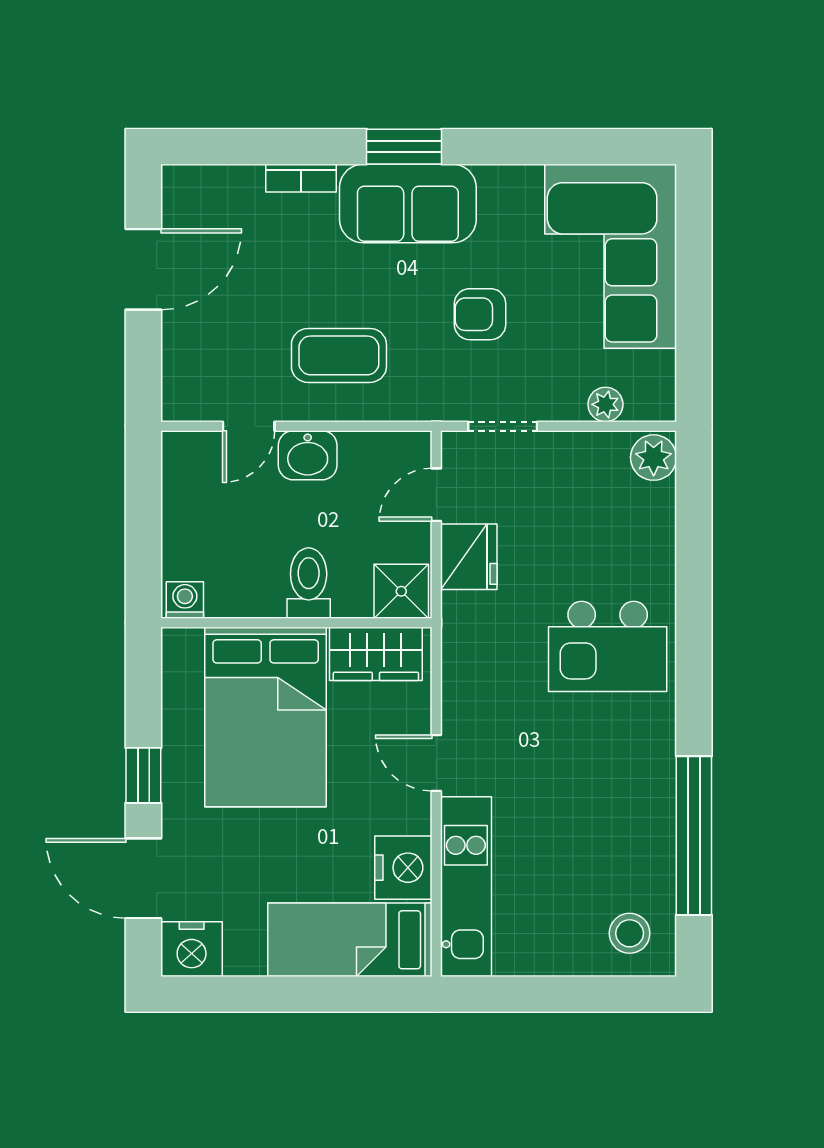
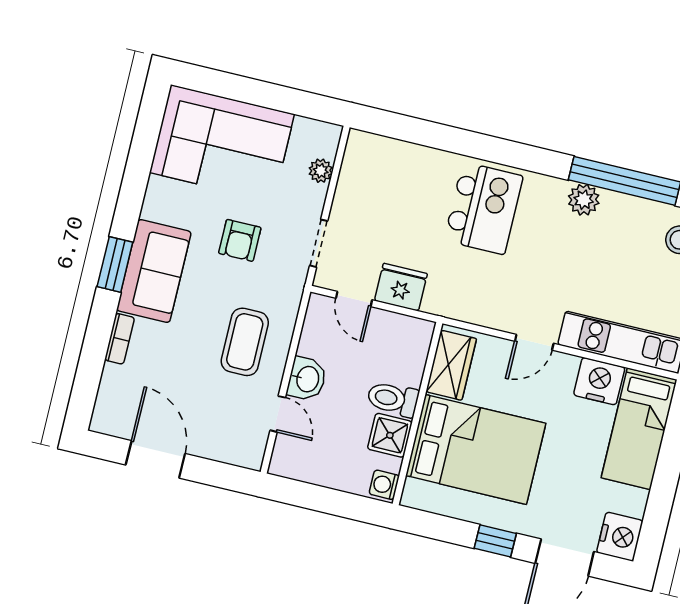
plant: (654, 458) -> (584, 200), moved
shower: (401, 591) -> (390, 435), moved

